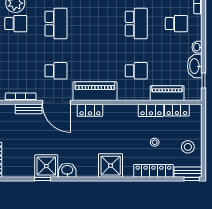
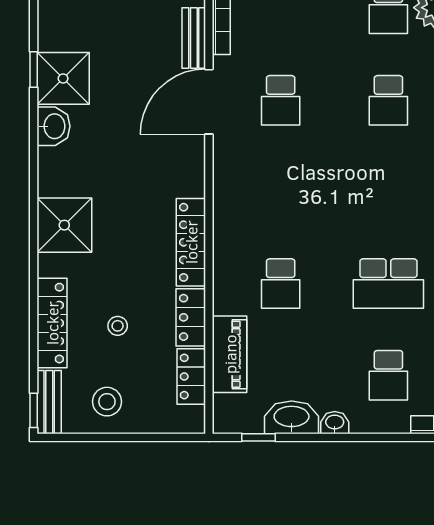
school desk: (56, 24) -> (388, 100), width x0.54
piano: (95, 91) -> (234, 189), removed
locker: (90, 110) -> (191, 242), moved, width x1.53

